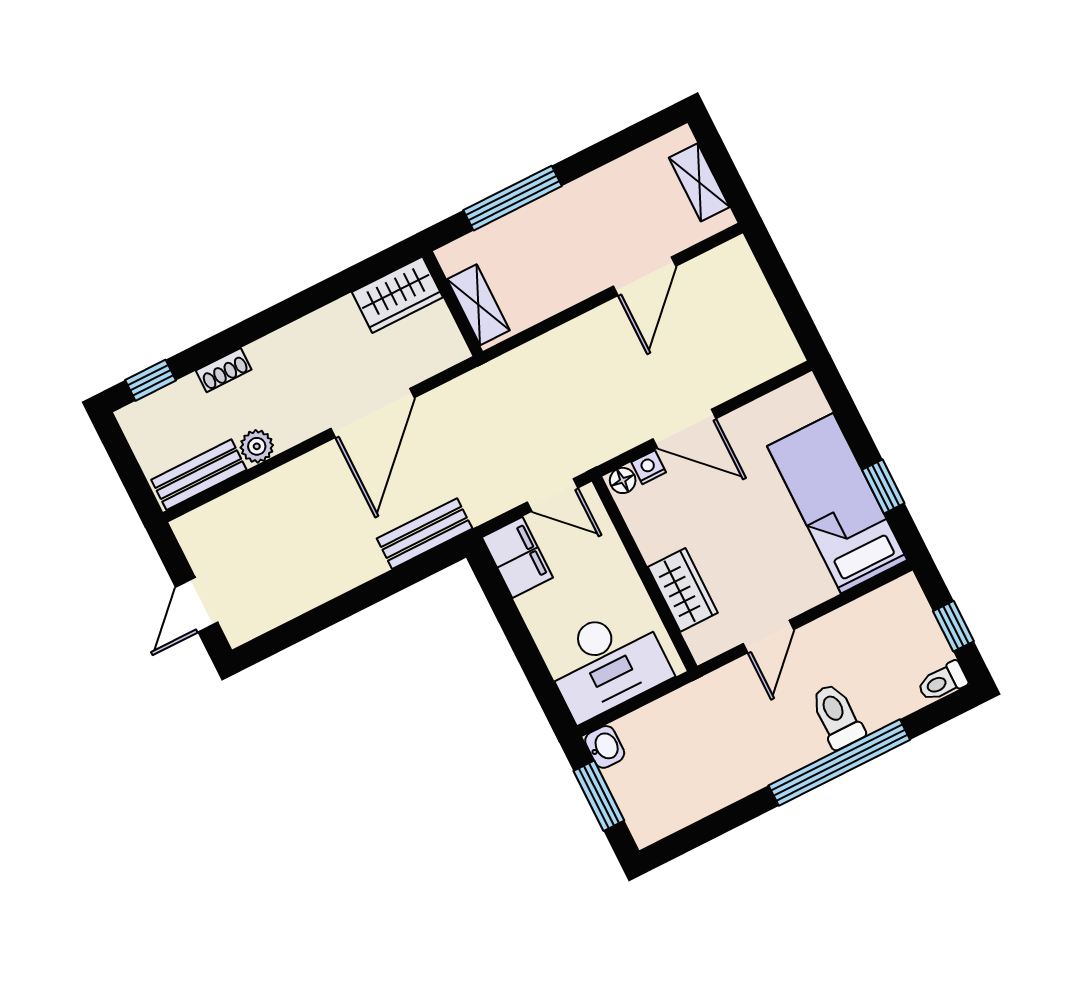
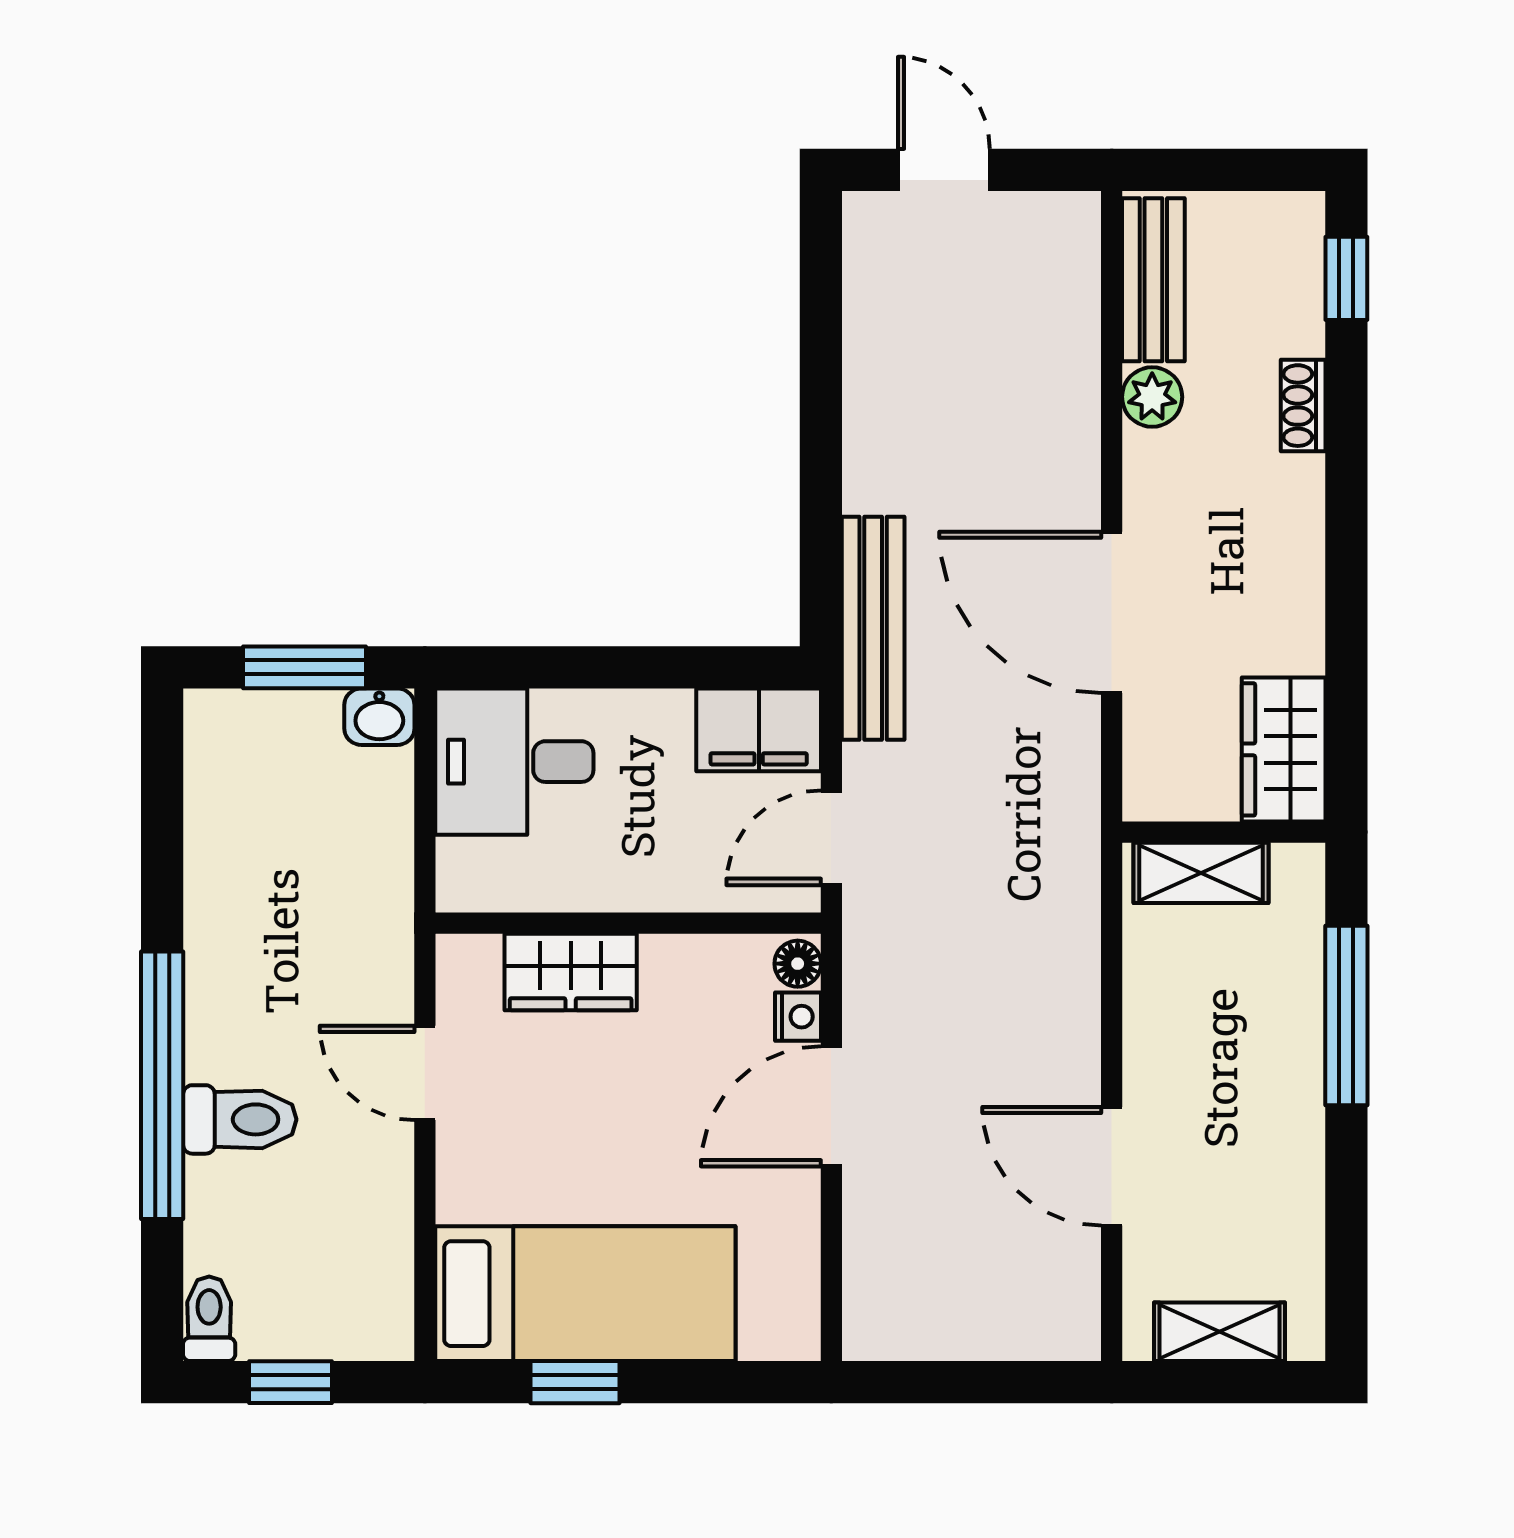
bench: (425, 534) -> (873, 628), width x1.36
desk: (607, 663) -> (514, 762), width x0.73

